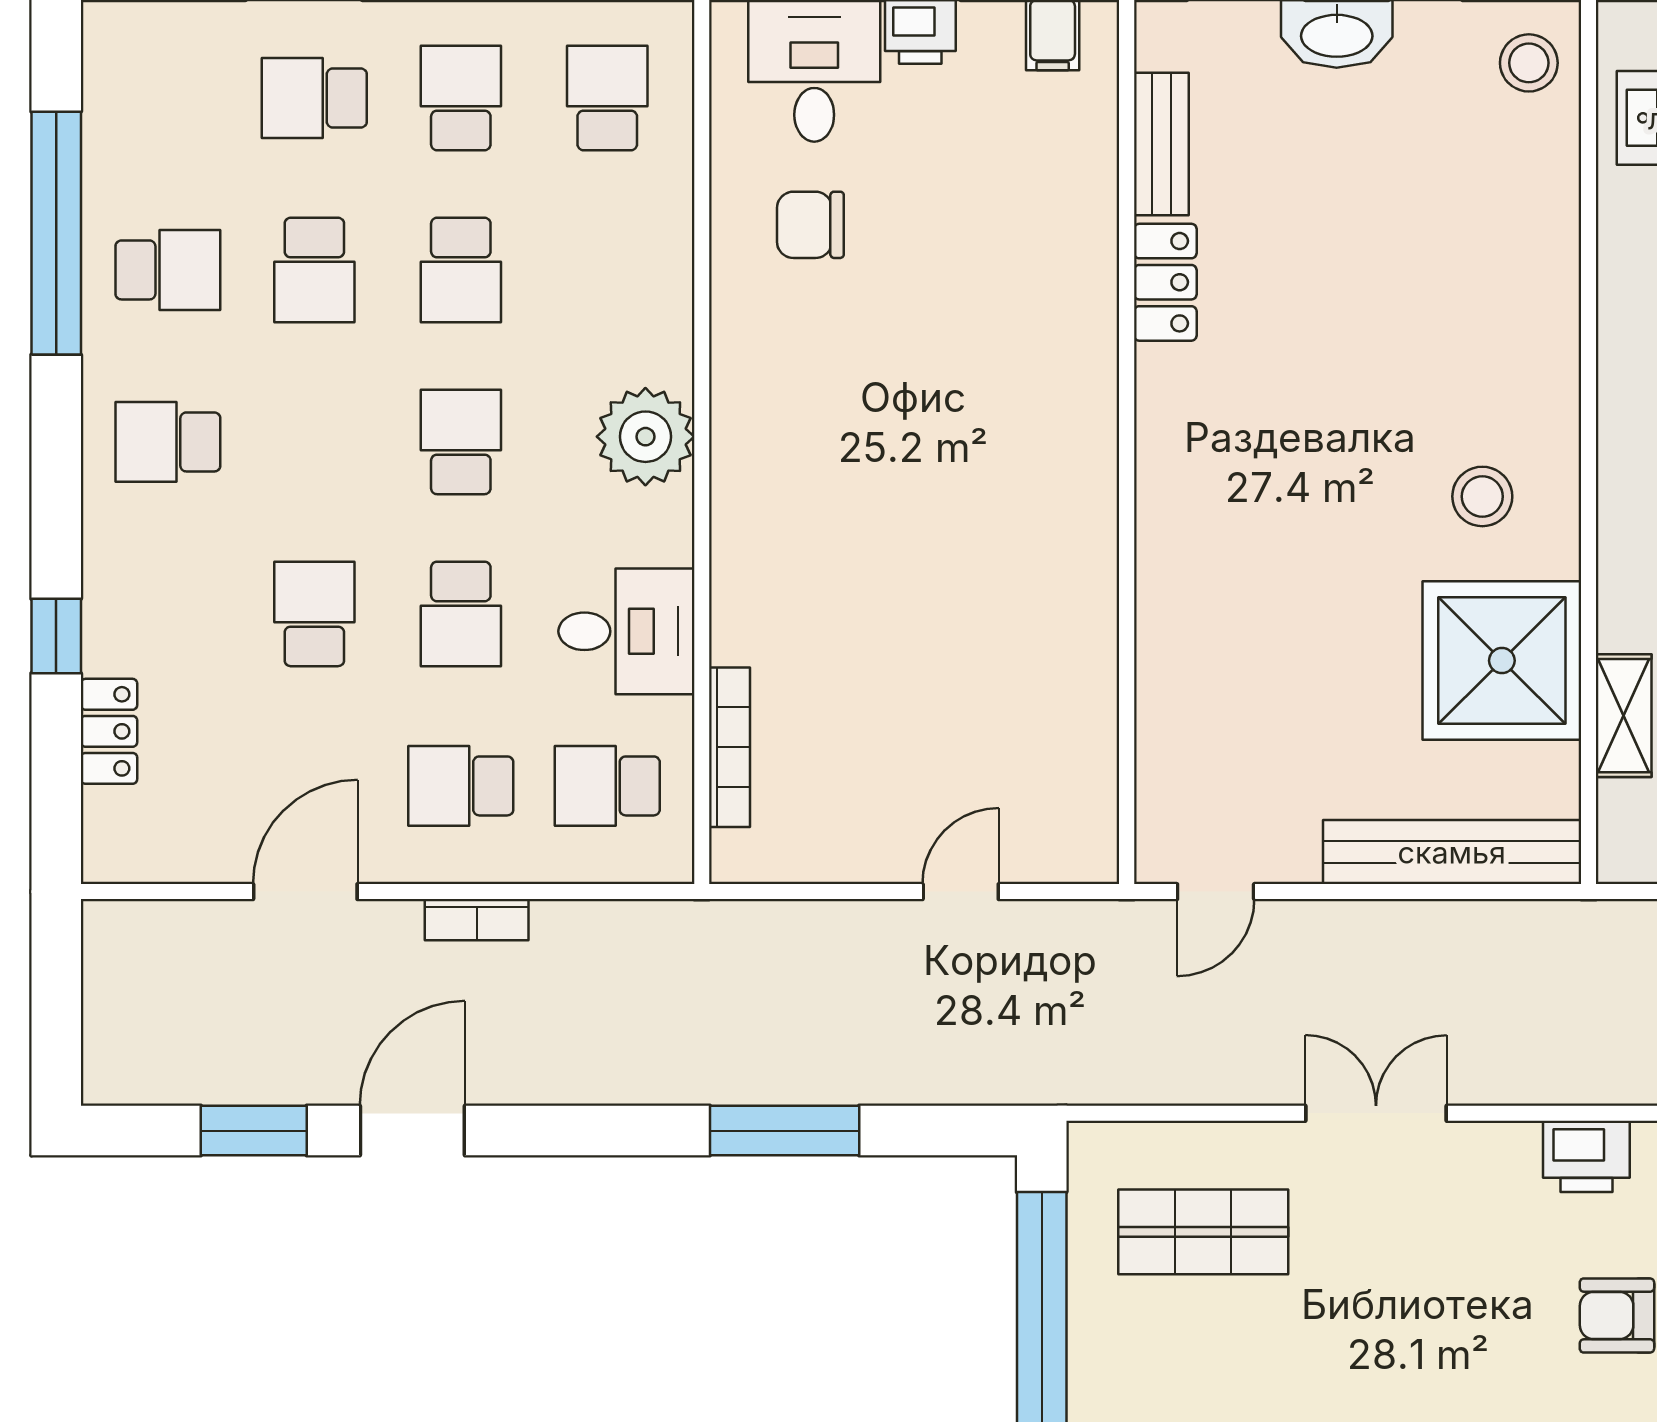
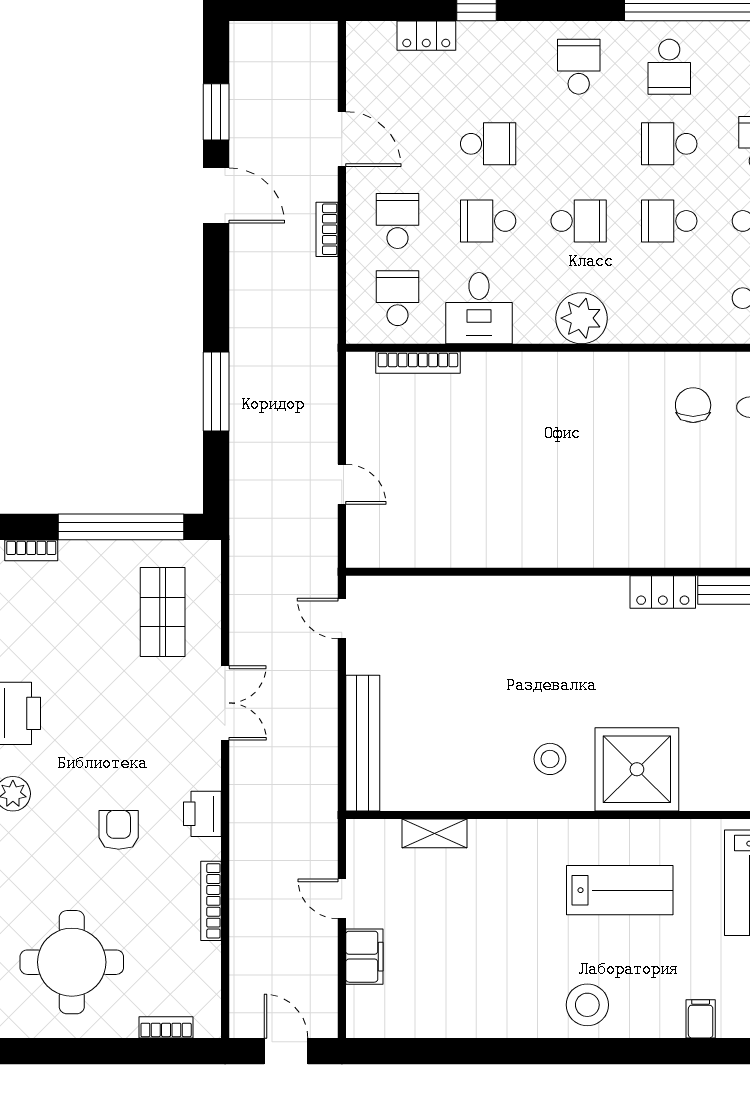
shower: (1502, 661) -> (637, 769), moved

